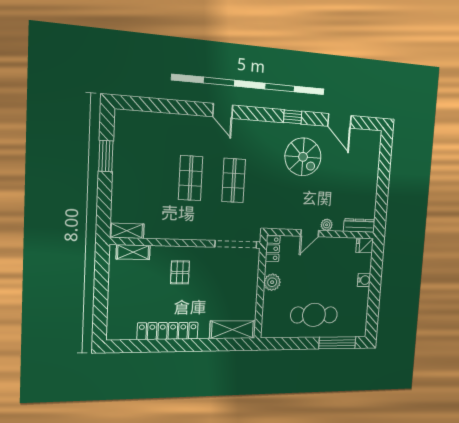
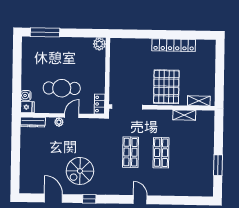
spiral stairs: (303, 157) -> (80, 171), turned -90
shelving: (127, 231) -> (184, 115), moved
pallet: (180, 272) -> (166, 87), width x2.05, depth x2.00
water cooler: (364, 280) -> (26, 95), moved
plant: (272, 282) -> (99, 44), moved
cafe table: (314, 315) -> (62, 88), moved
shelving: (232, 330) -> (127, 45), removed

